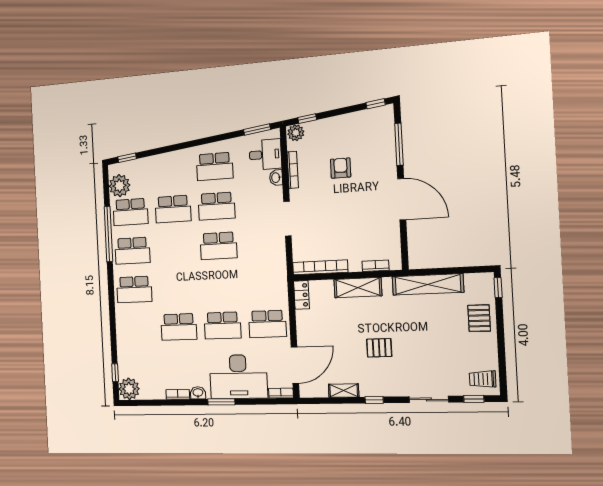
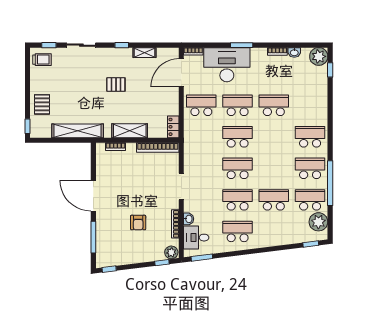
school desk: (221, 286) -> (238, 137), added
washbasin: (198, 393) -> (294, 52), moved

